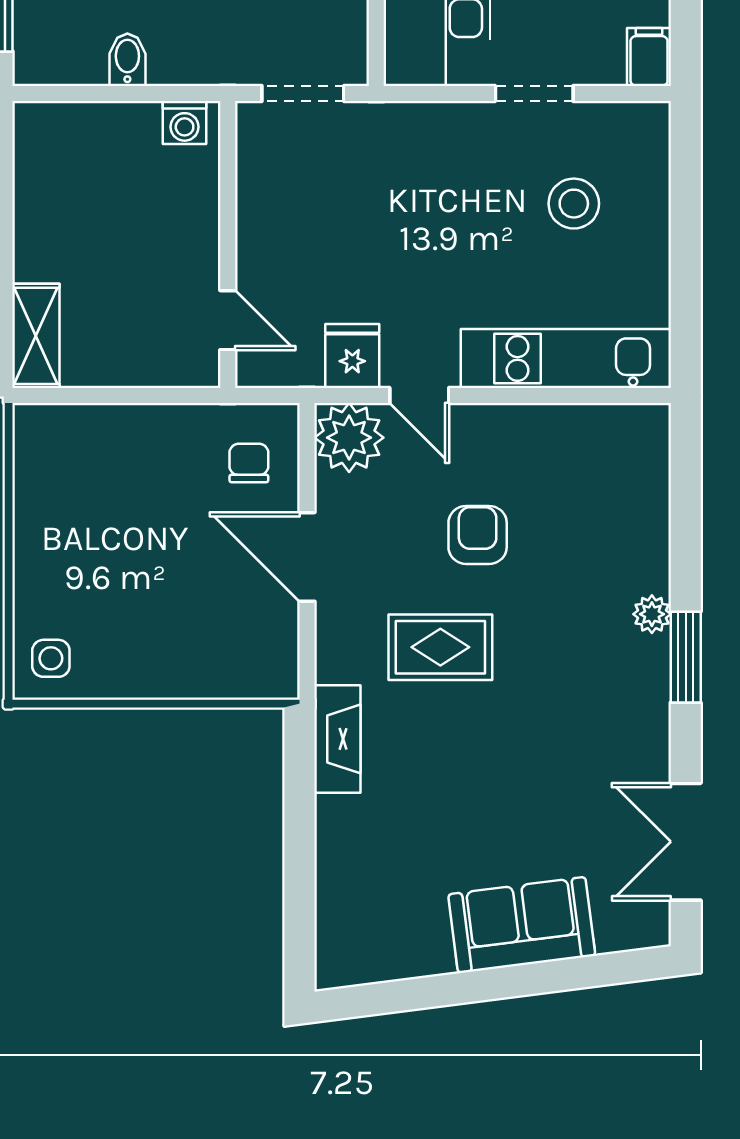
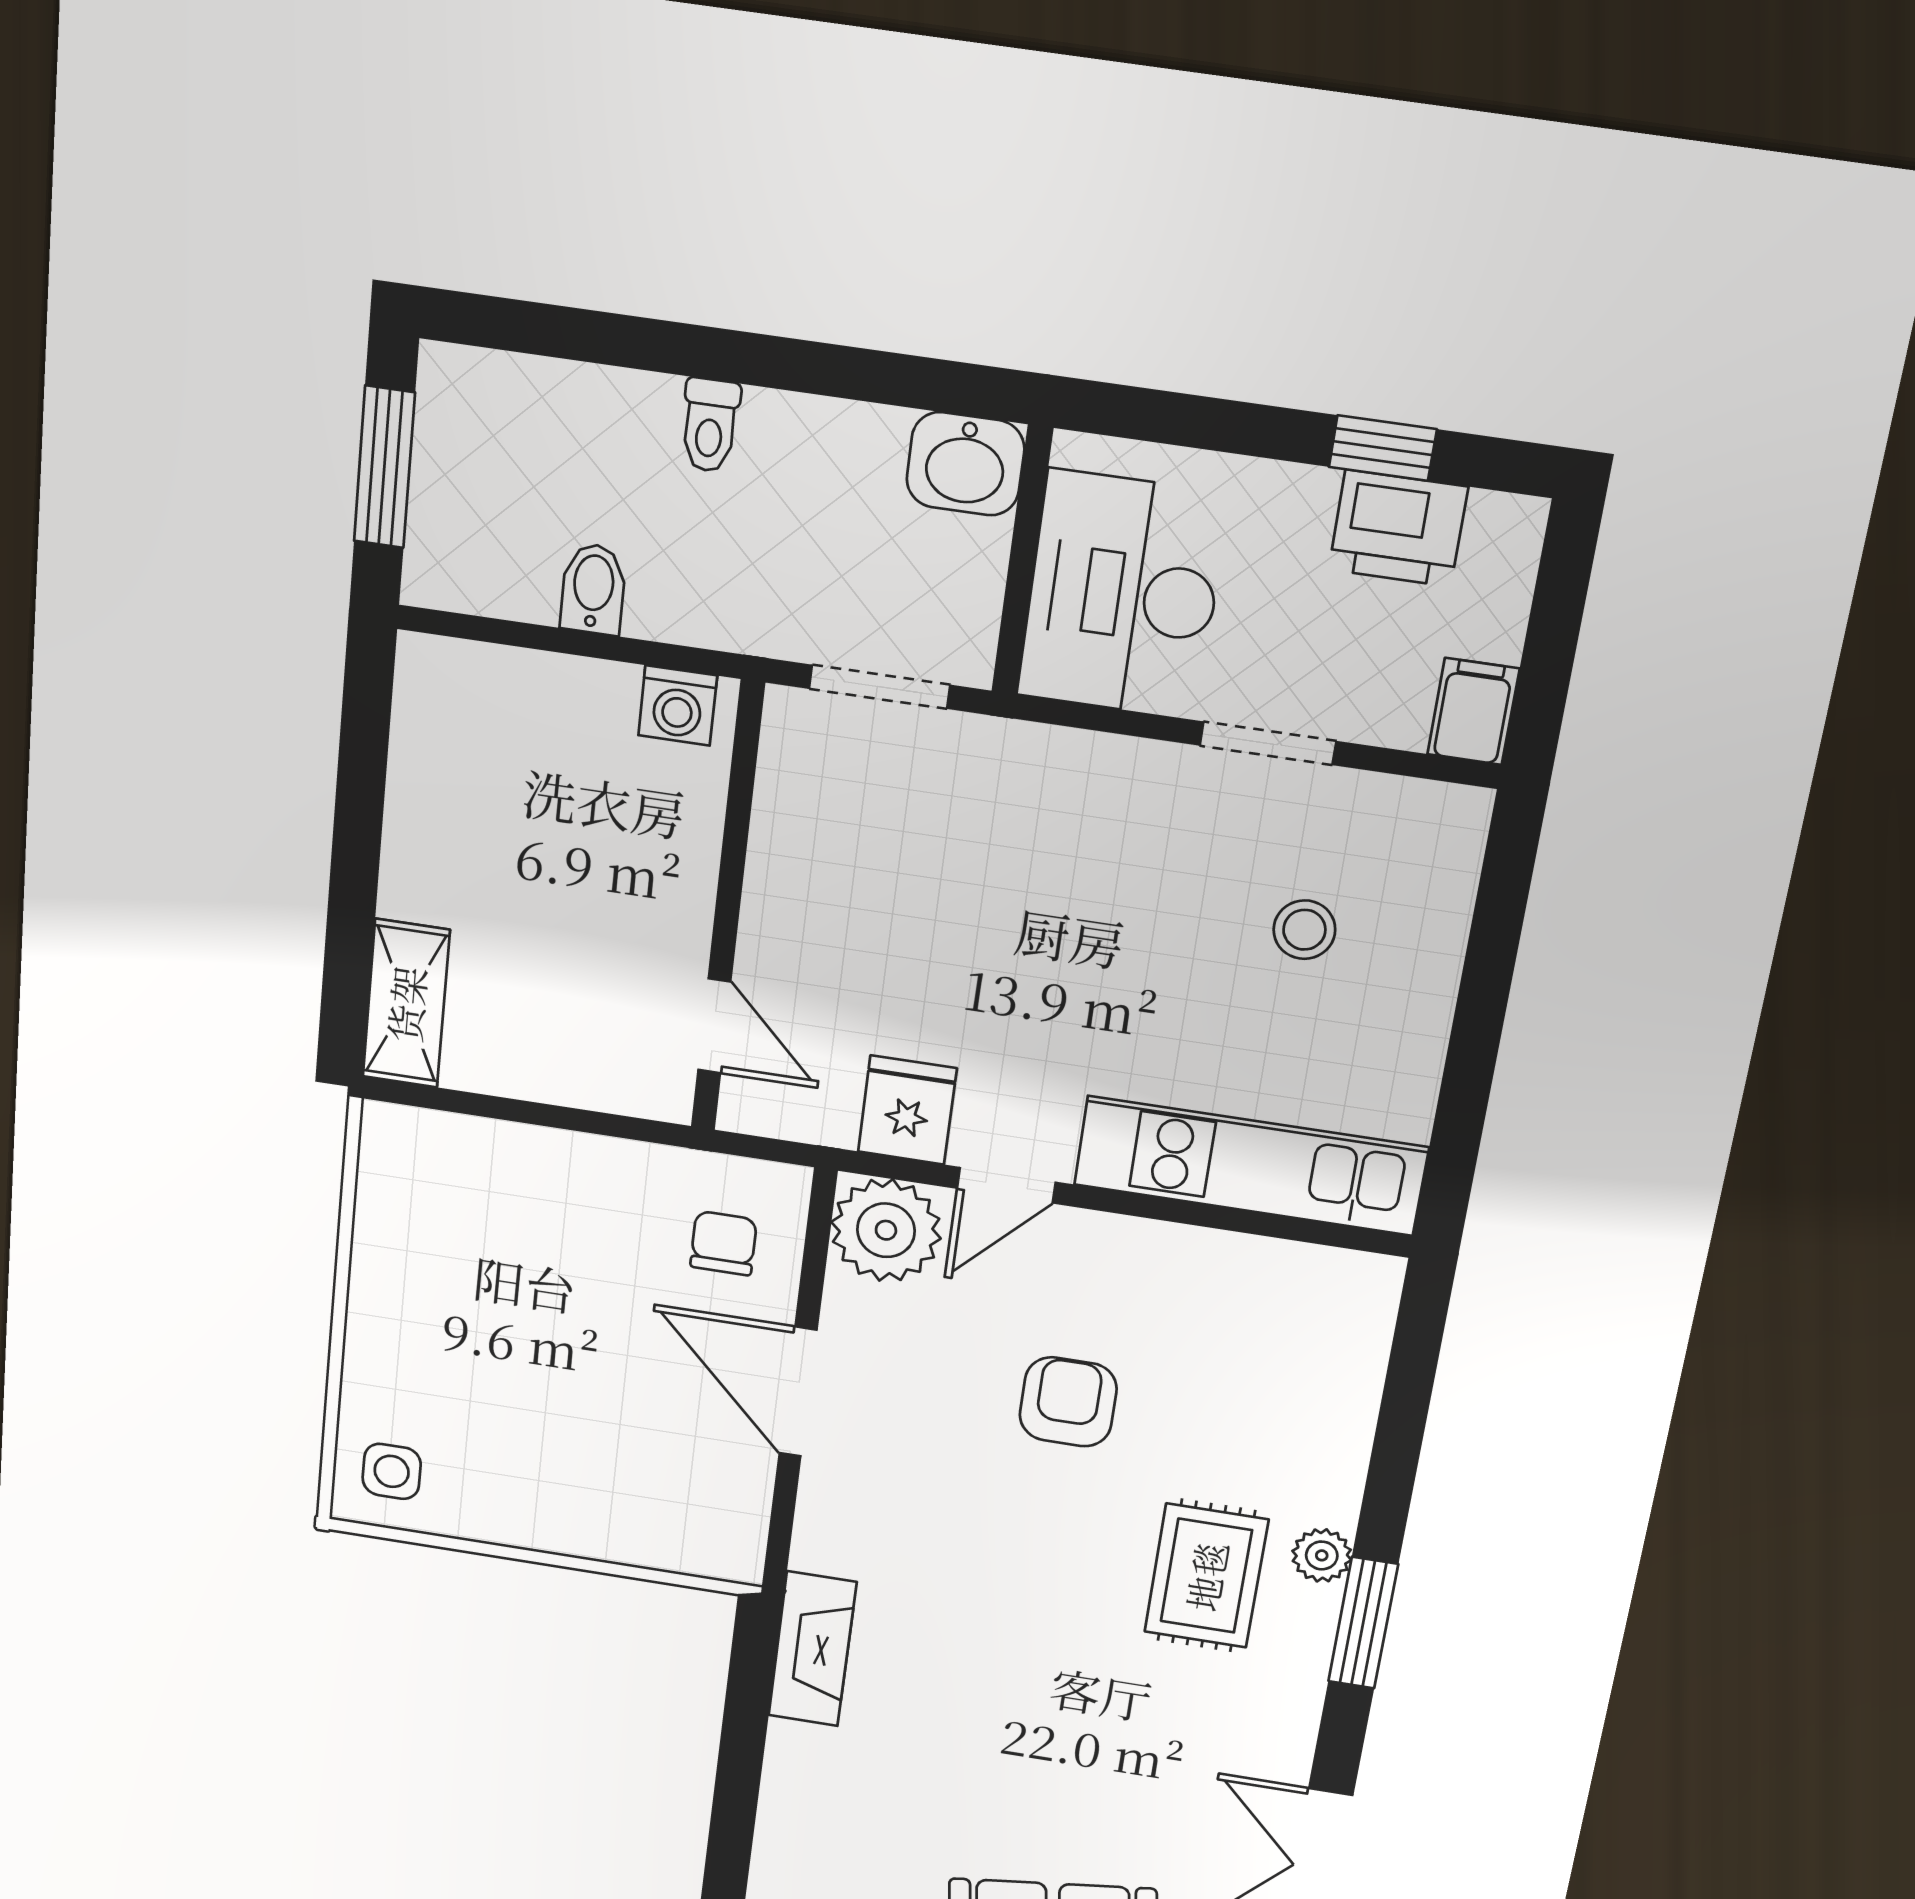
stool: (574, 204) -> (1304, 930), width x0.73, depth x0.73
door: (419, 395) -> (1006, 1185), hinge flipped
rug: (440, 647) -> (1206, 1576), moved, turned 90

